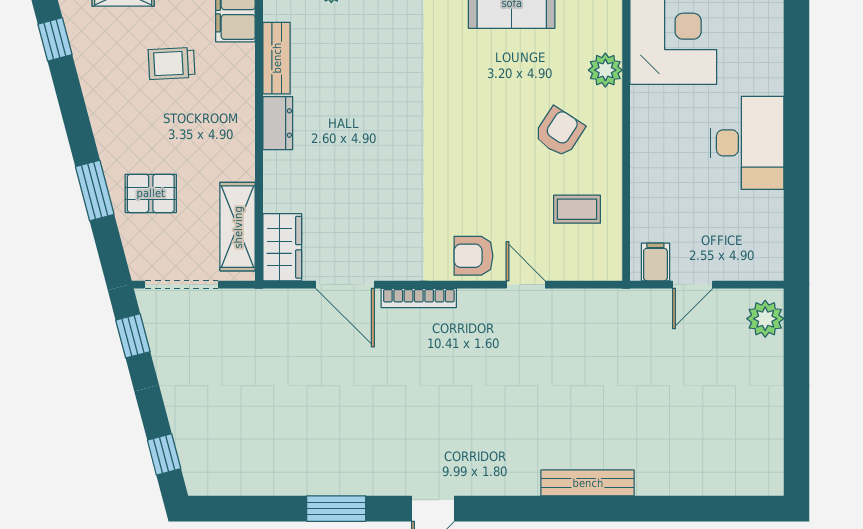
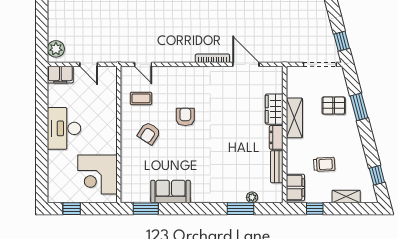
plant: (605, 70) -> (128, 161), removed
shelving: (238, 227) -> (294, 118), moved
wardrobe: (282, 247) -> (274, 109), moved
armchair: (473, 256) -> (185, 117), moved, turned -90
filing cabinet: (655, 262) -> (60, 75), moved, width x2.00
door: (526, 285) -> (143, 64), moved
door: (693, 285) -> (89, 64), swing flipped

